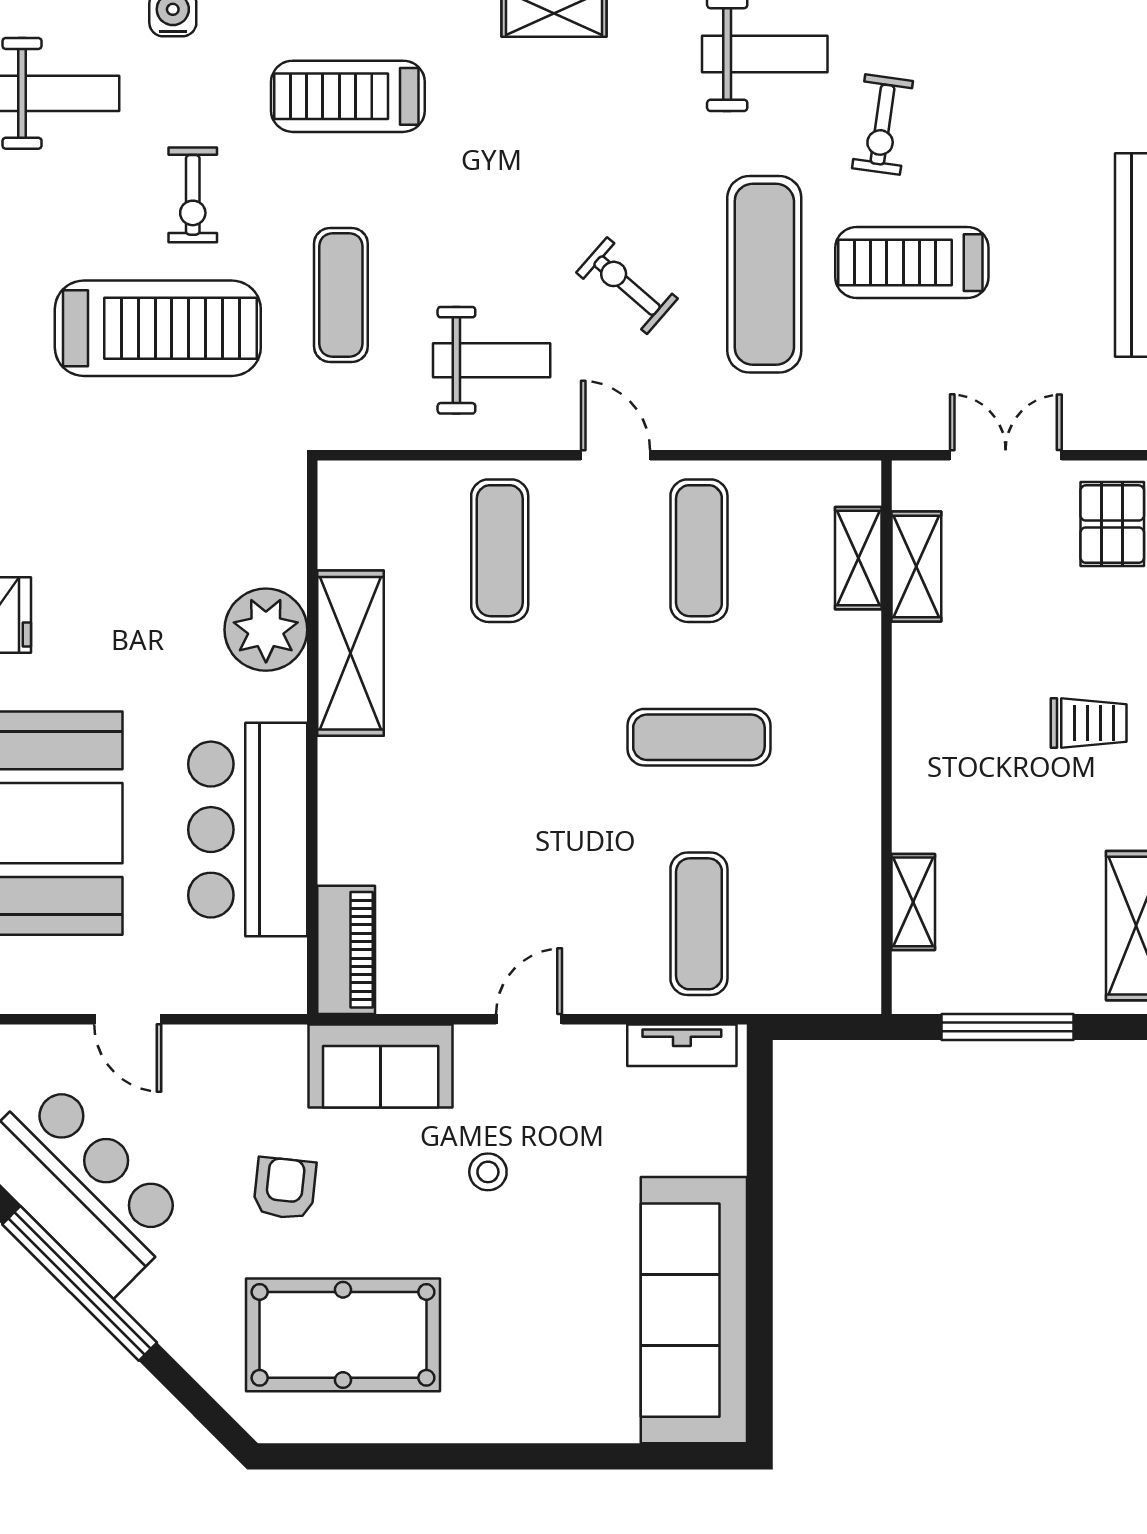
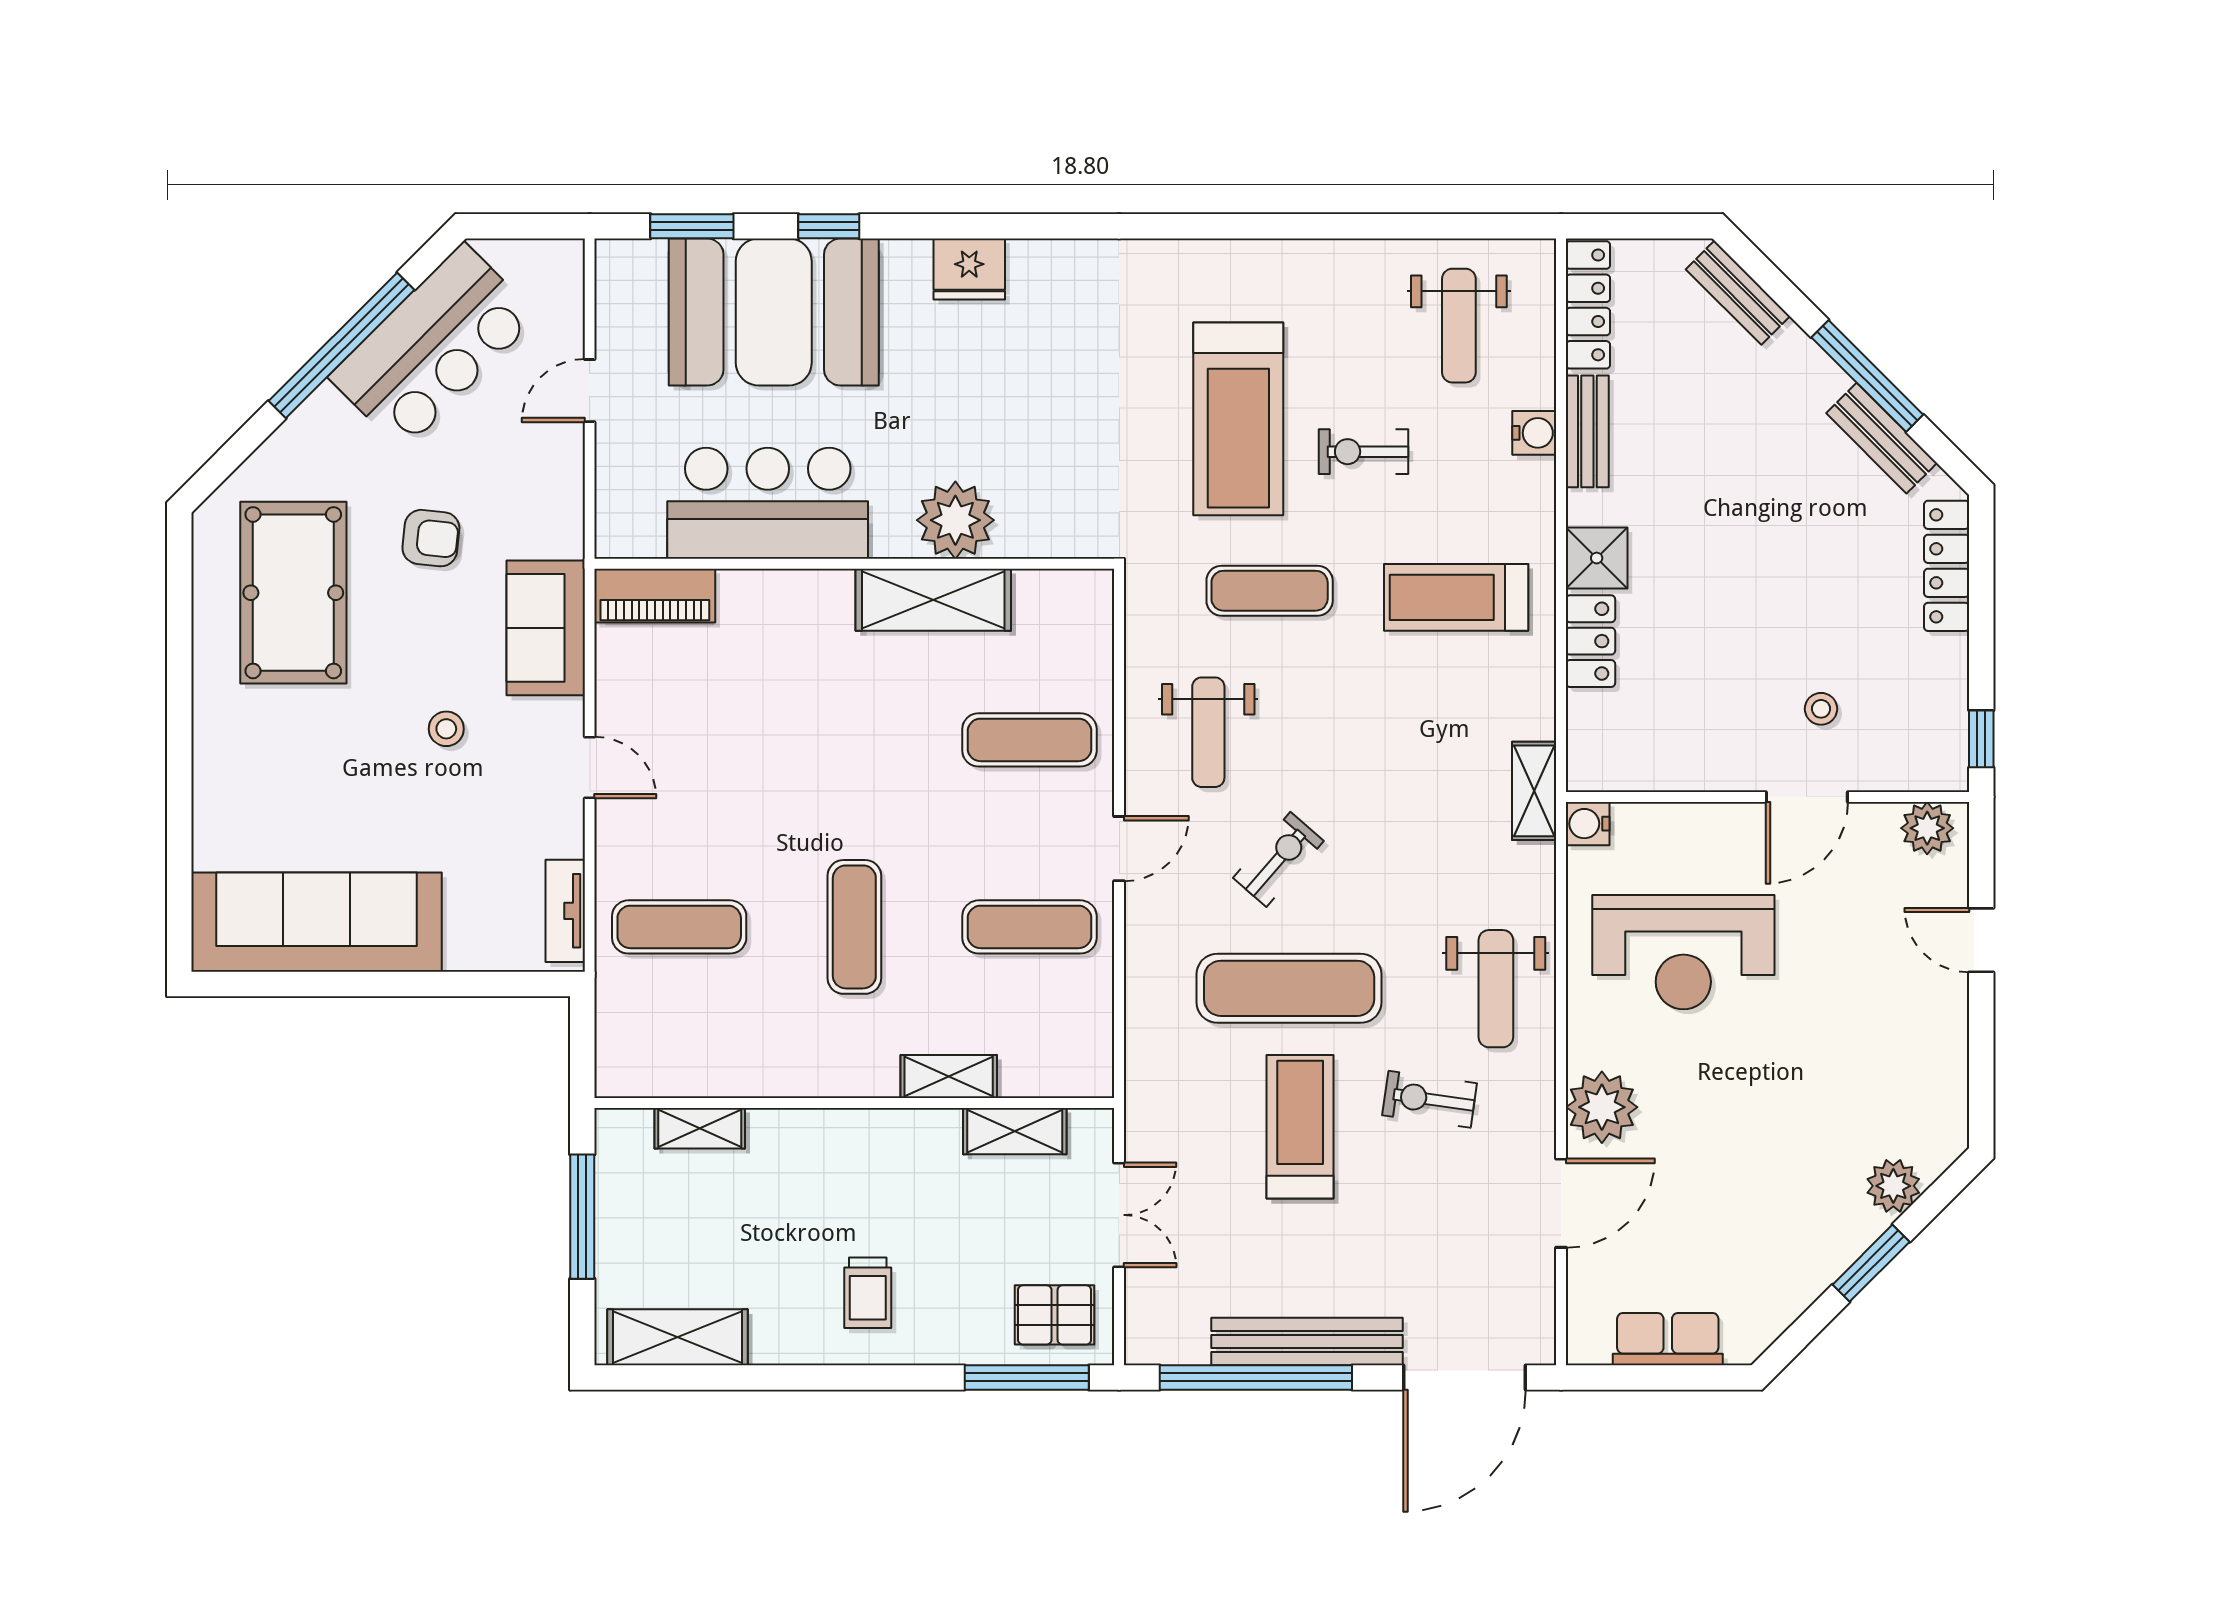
treadmill: (348, 96) -> (1456, 597), turned -90
shelving: (858, 558) -> (949, 1076), moved

